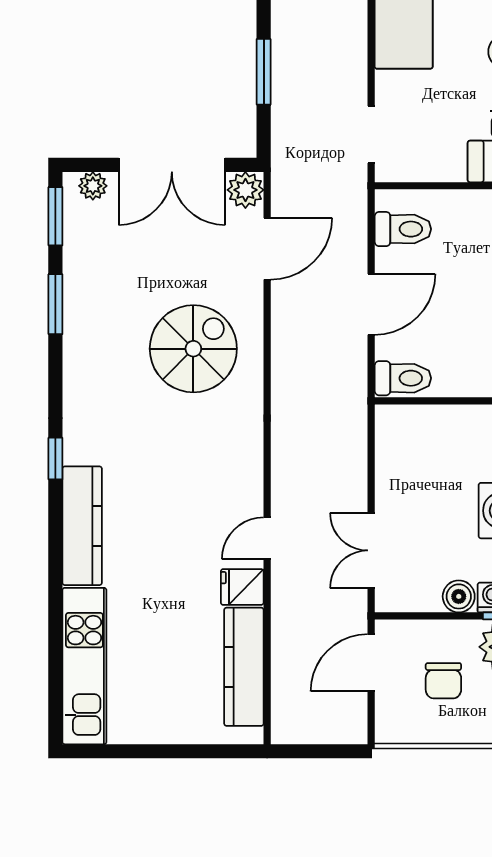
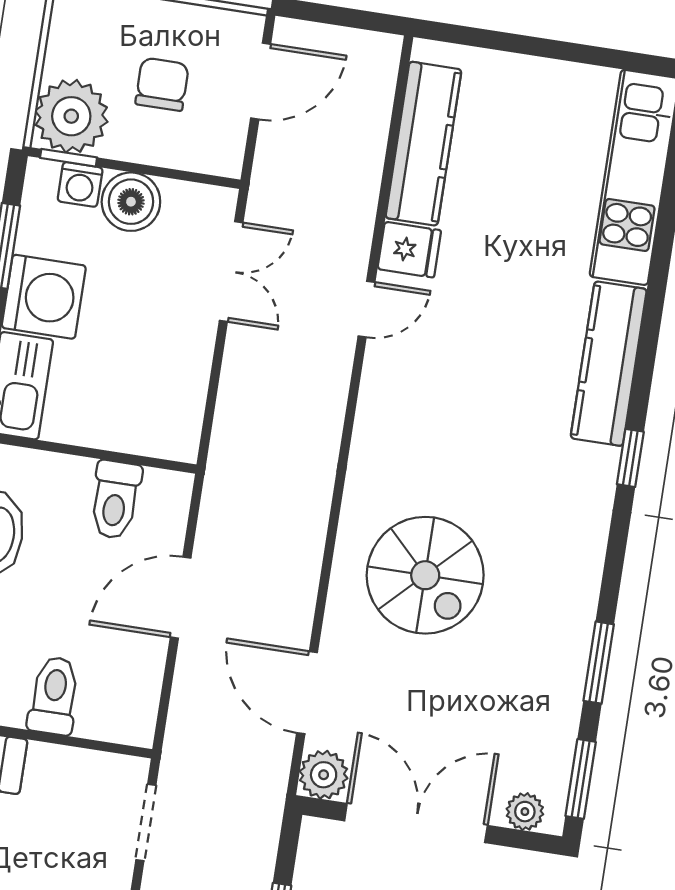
toilet: (403, 229) -> (54, 696), moved, turned 90
door: (267, 249) -> (307, 693), hinge flipped
spiral stairs: (193, 349) -> (425, 575), turned -90
toilet: (403, 378) -> (115, 500), moved, turned -90
boiler: (459, 596) -> (131, 202), width x1.36, depth x1.36
door: (371, 663) -> (261, 81), moved

